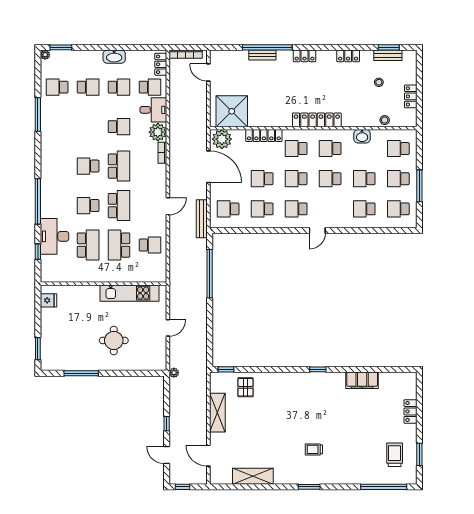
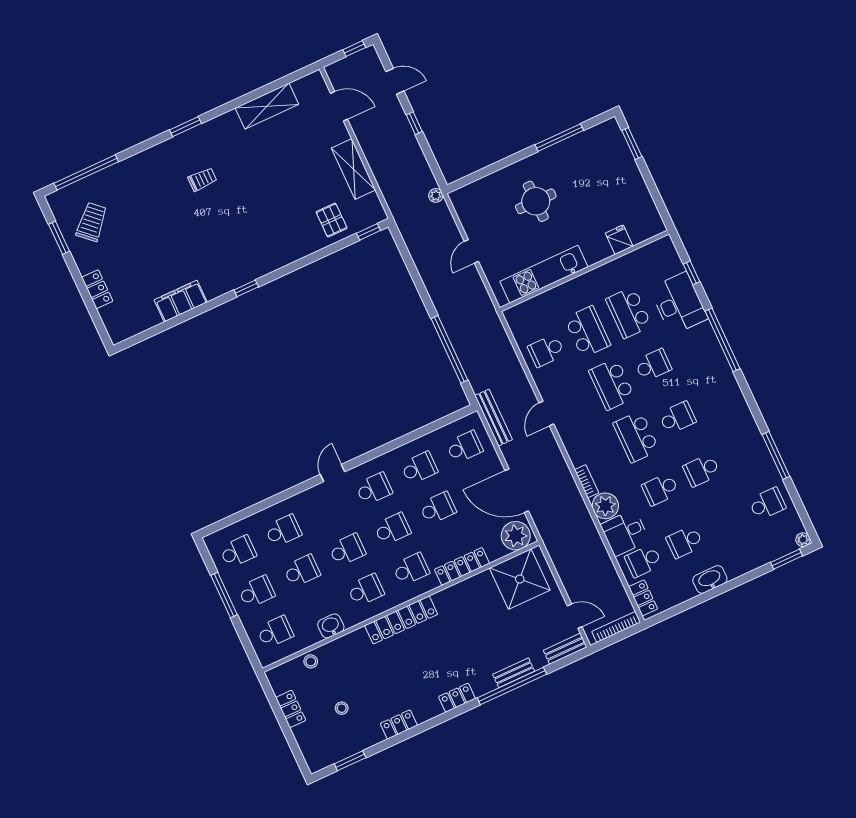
bench: (388, 55) -> (565, 649), moved
school desk: (88, 87) -> (702, 470), moved
fridge: (48, 300) -> (619, 240), moved, turned 90
trolley: (395, 455) -> (92, 222), turned -137

